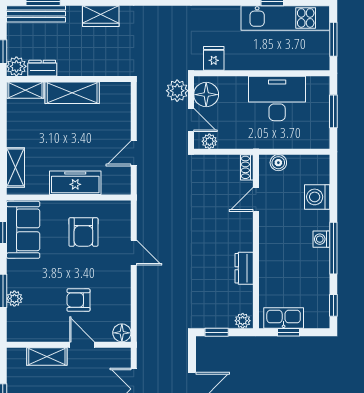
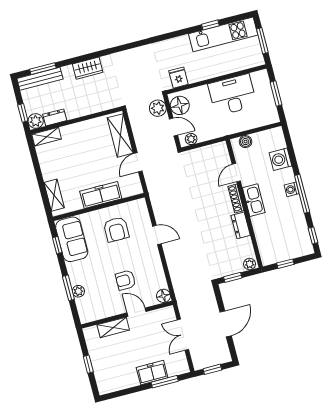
shelving: (72, 93) -> (120, 135), moved, turned 90
shoe rack: (247, 167) -> (236, 199), moved, width x1.43
kitchen sink: (284, 318) -> (254, 200), moved, turned 90

